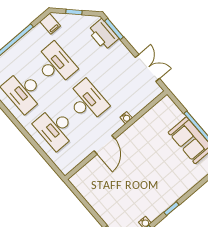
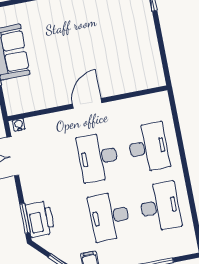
water cooler: (126, 118) -> (19, 125), moved
door: (105, 145) -> (87, 103), moved

